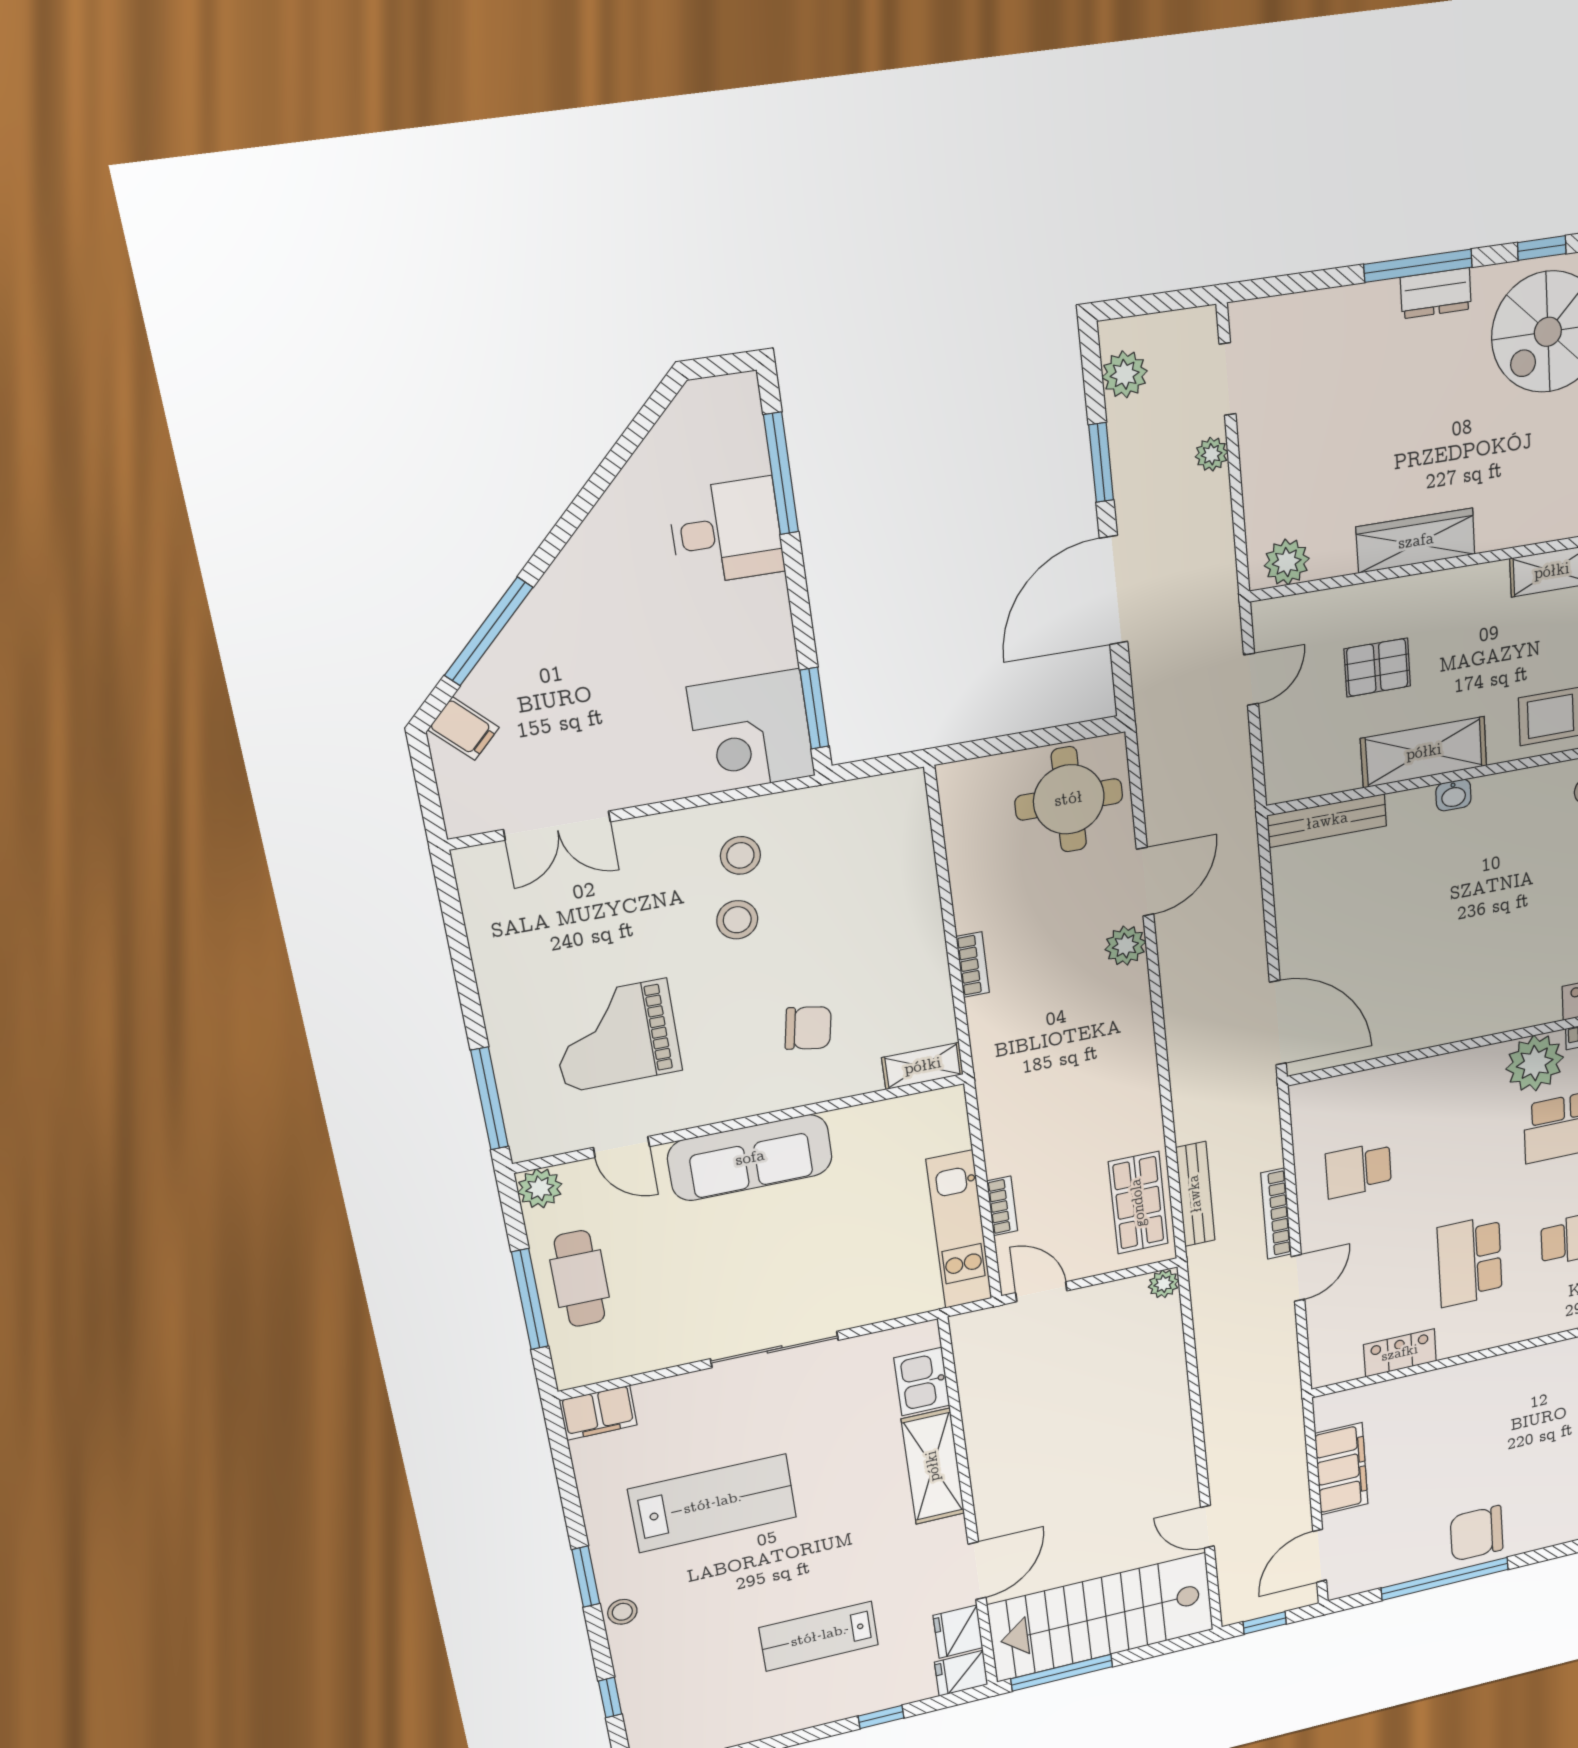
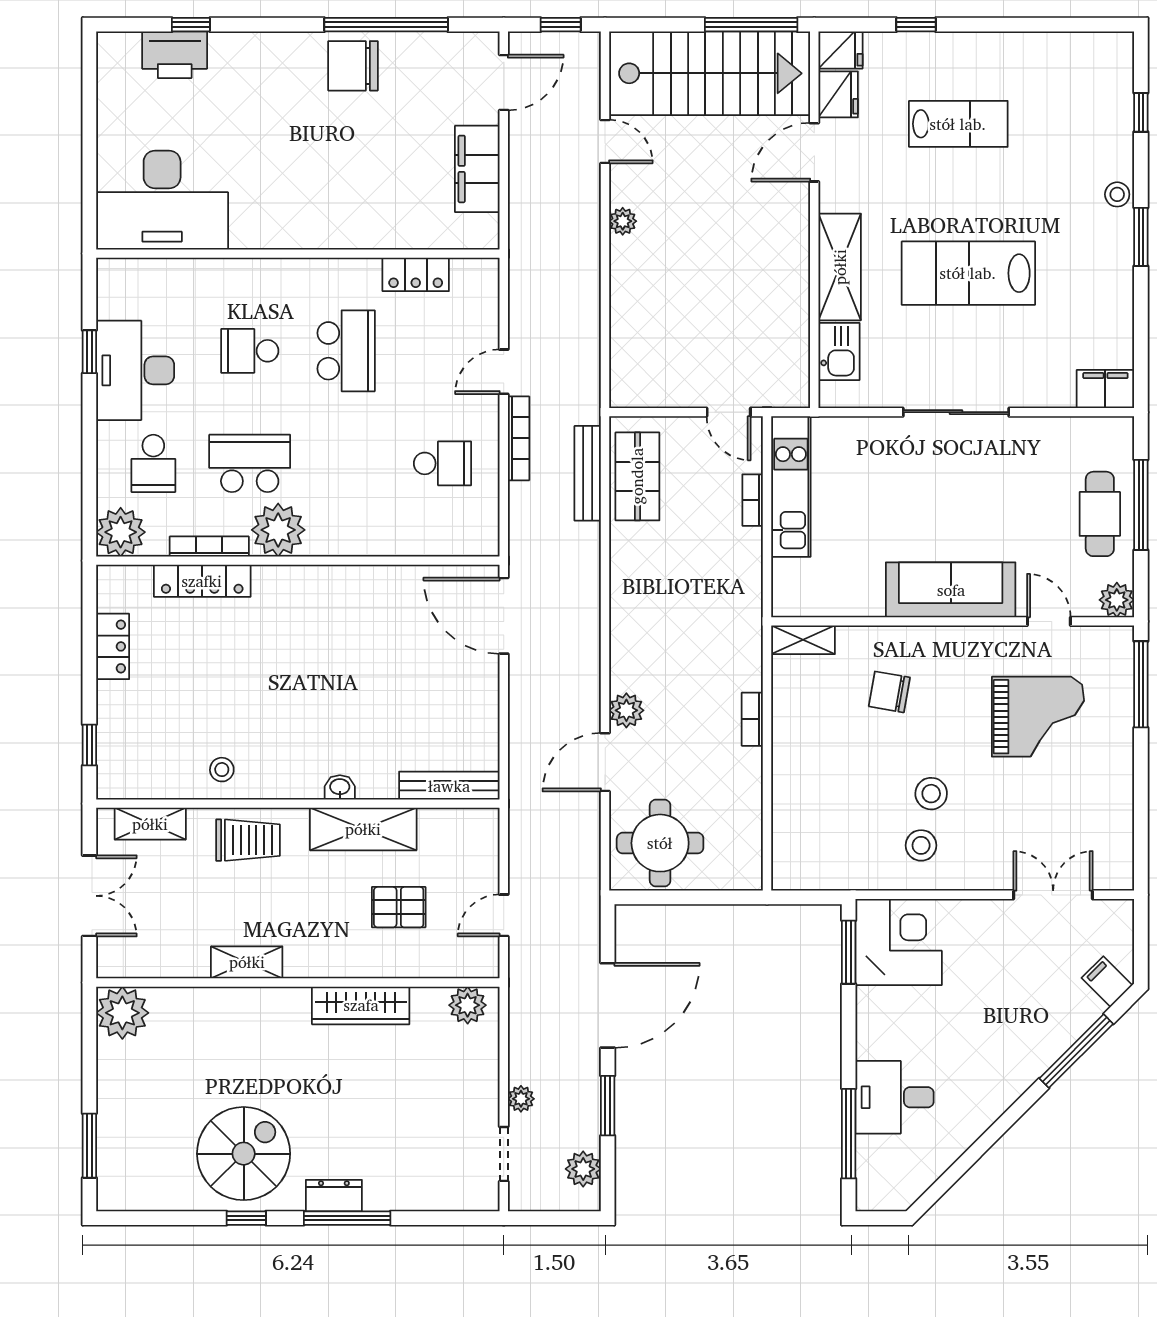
plant: (1164, 1284) -> (623, 221), moved
lab bench: (713, 1503) -> (968, 273), moved
chair: (1477, 1533) -> (353, 66), turned 180

